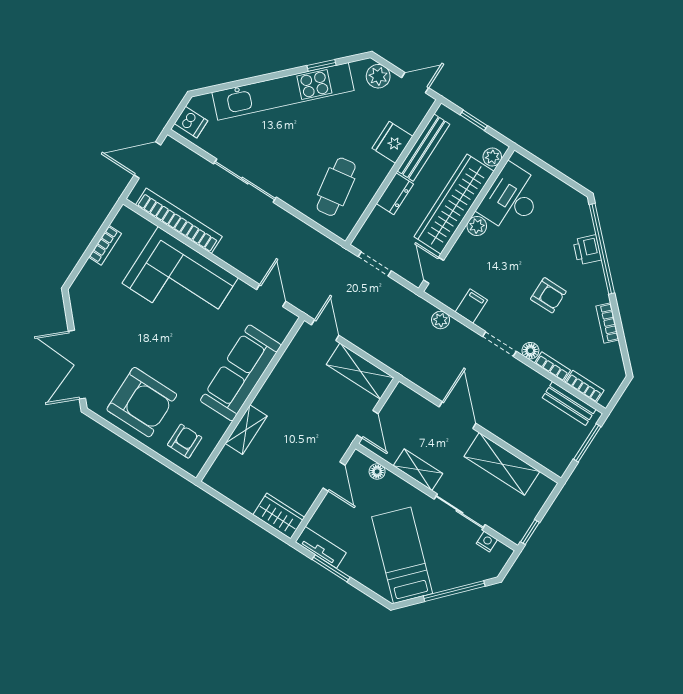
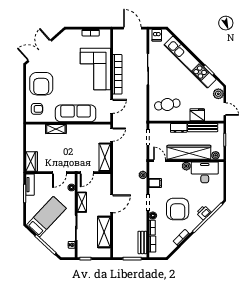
bookcase: (179, 221) -> (117, 74), moved
door: (434, 270) -> (160, 161), hinge flipped
armchair: (548, 295) -> (178, 209), width x1.88, depth x1.88

